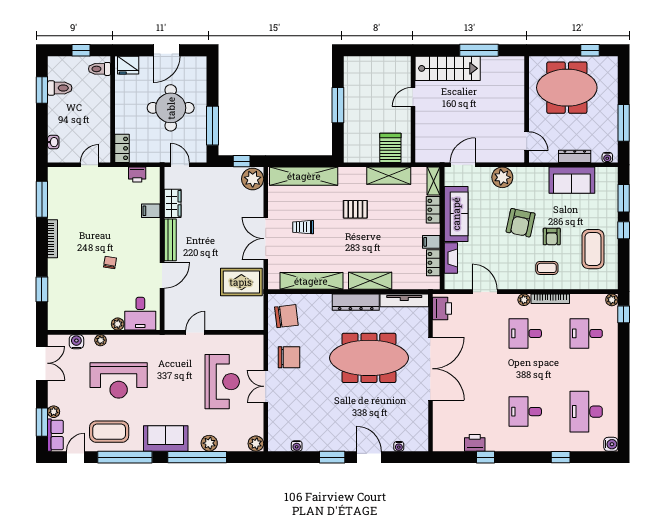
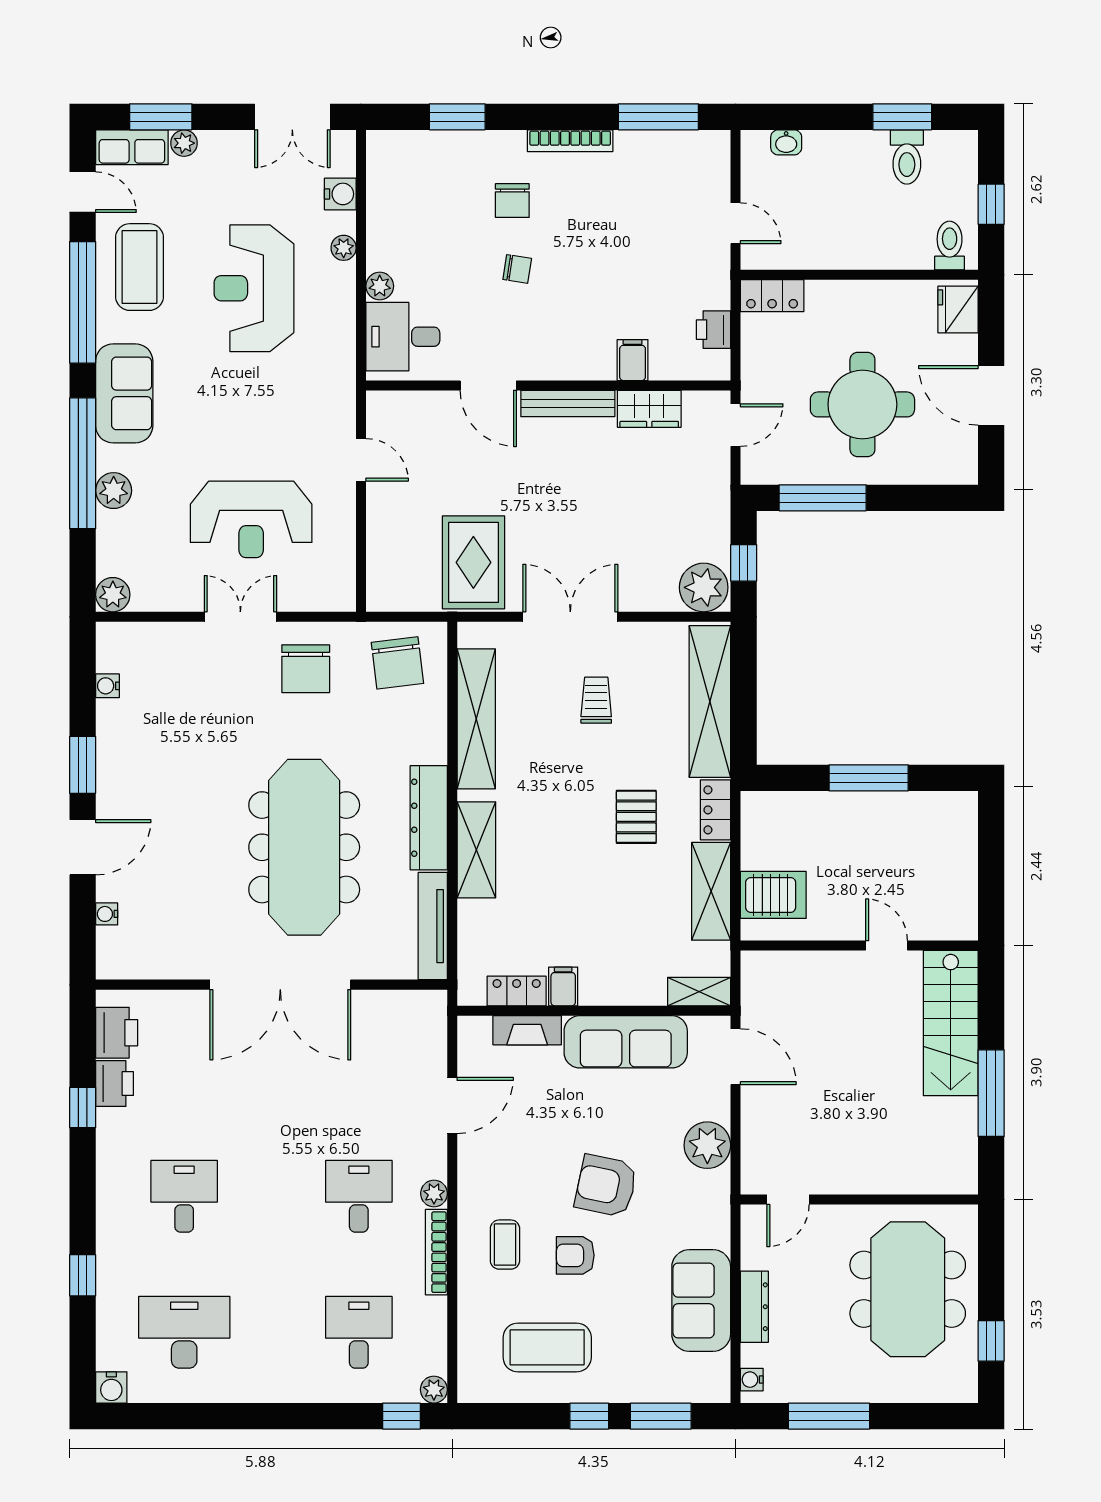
locker: (433, 210) -> (715, 810), moved, turned -90
chair: (79, 265) -> (512, 201), added
printer: (442, 309) -> (117, 1033), moved, turned -90

